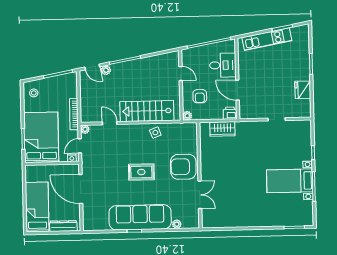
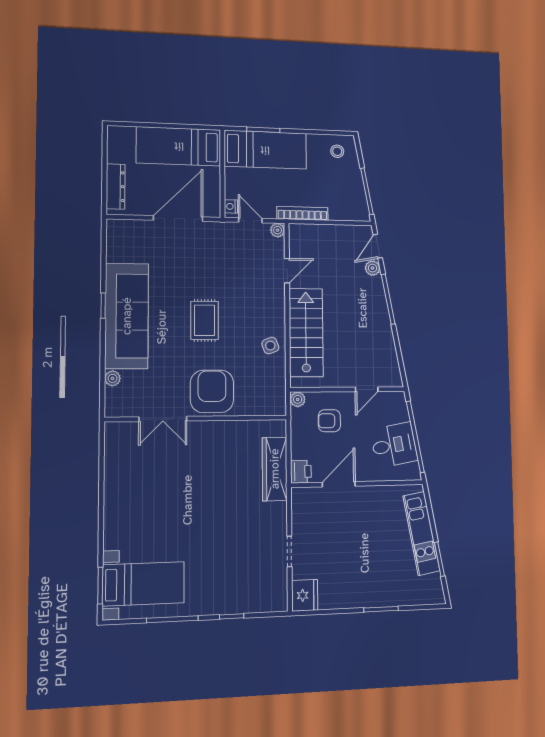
desk: (223, 65) -> (394, 445), moved, turned -100
fridge: (303, 90) -> (305, 595), moved, turned 90
wardrobe: (222, 129) -> (275, 469), width x1.50
bed: (41, 137) -> (265, 150), width x0.67
bed with nightstands: (290, 181) -> (143, 584), moved, turned 90
bed: (37, 207) -> (179, 146), moved, turned 180

